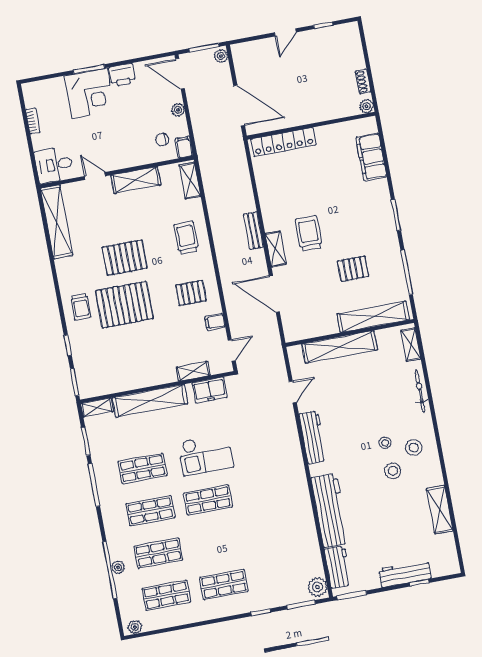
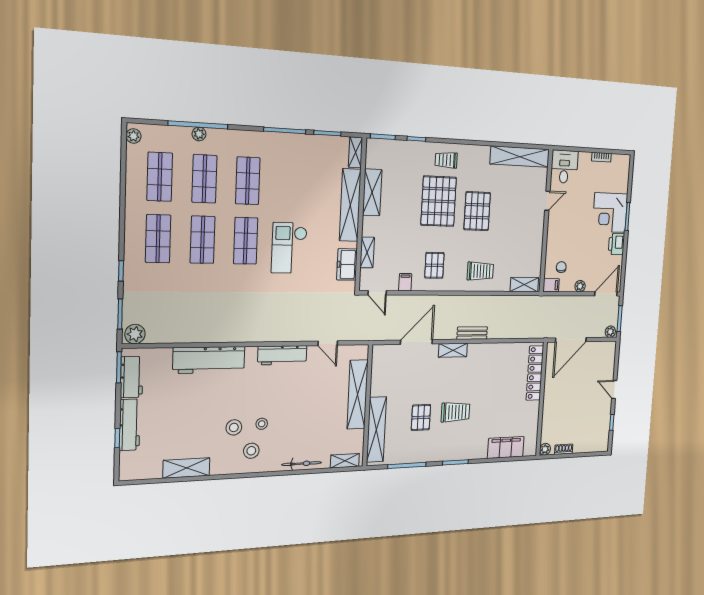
shelving: (136, 180) -> (372, 192), moved
trolley: (309, 234) -> (455, 412), moved
shop shelf: (142, 469) -> (203, 240), moved
workbench: (338, 567) -> (132, 377), moved, turned -90

